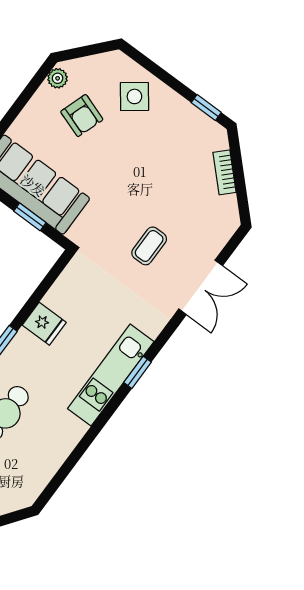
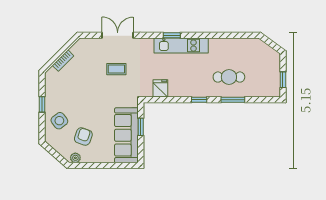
window: (206, 108) -> (42, 104), moved
fridge: (44, 324) -> (160, 88), moved

